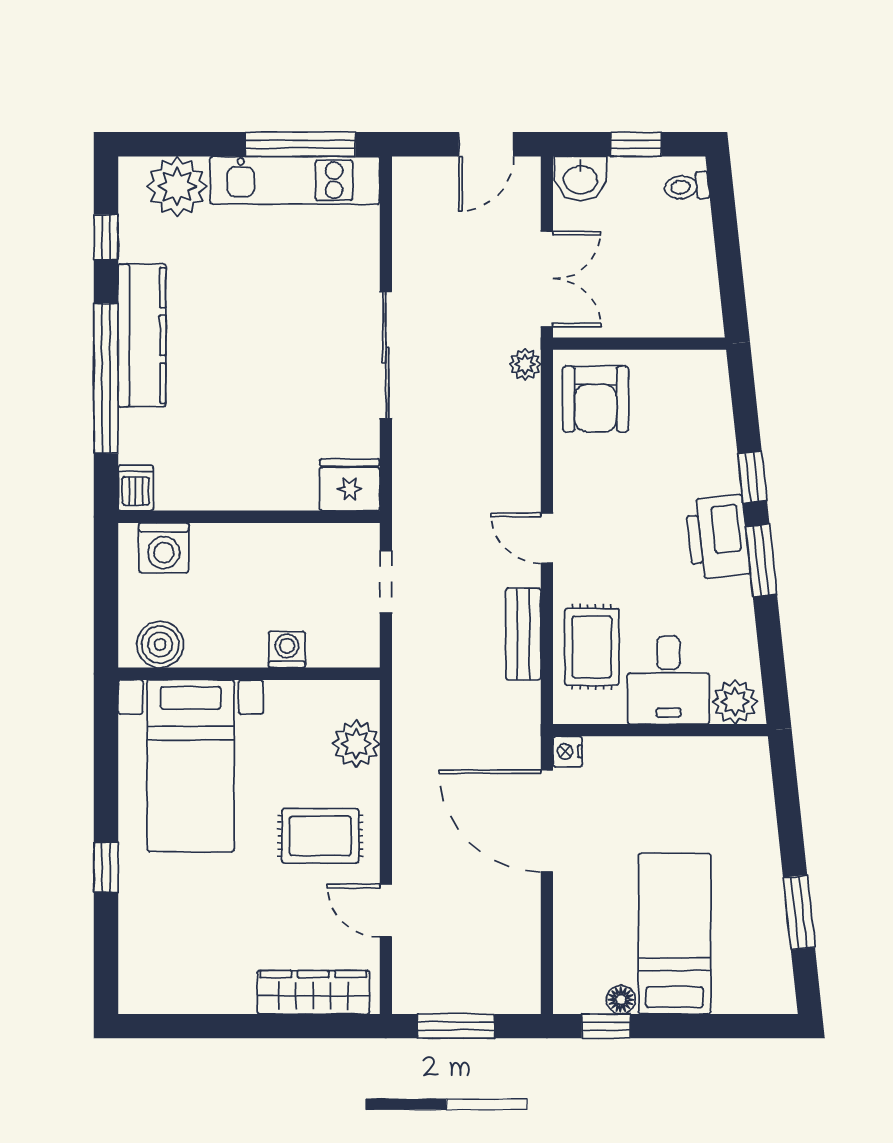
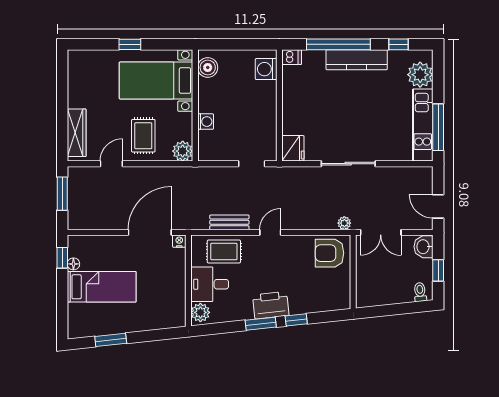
boiler: (160, 644) -> (208, 67), moved
washing machine: (287, 649) -> (206, 122), moved
wall: (249, 674) -> (195, 105), moved
bed with nightstands: (191, 766) -> (156, 80), moved

